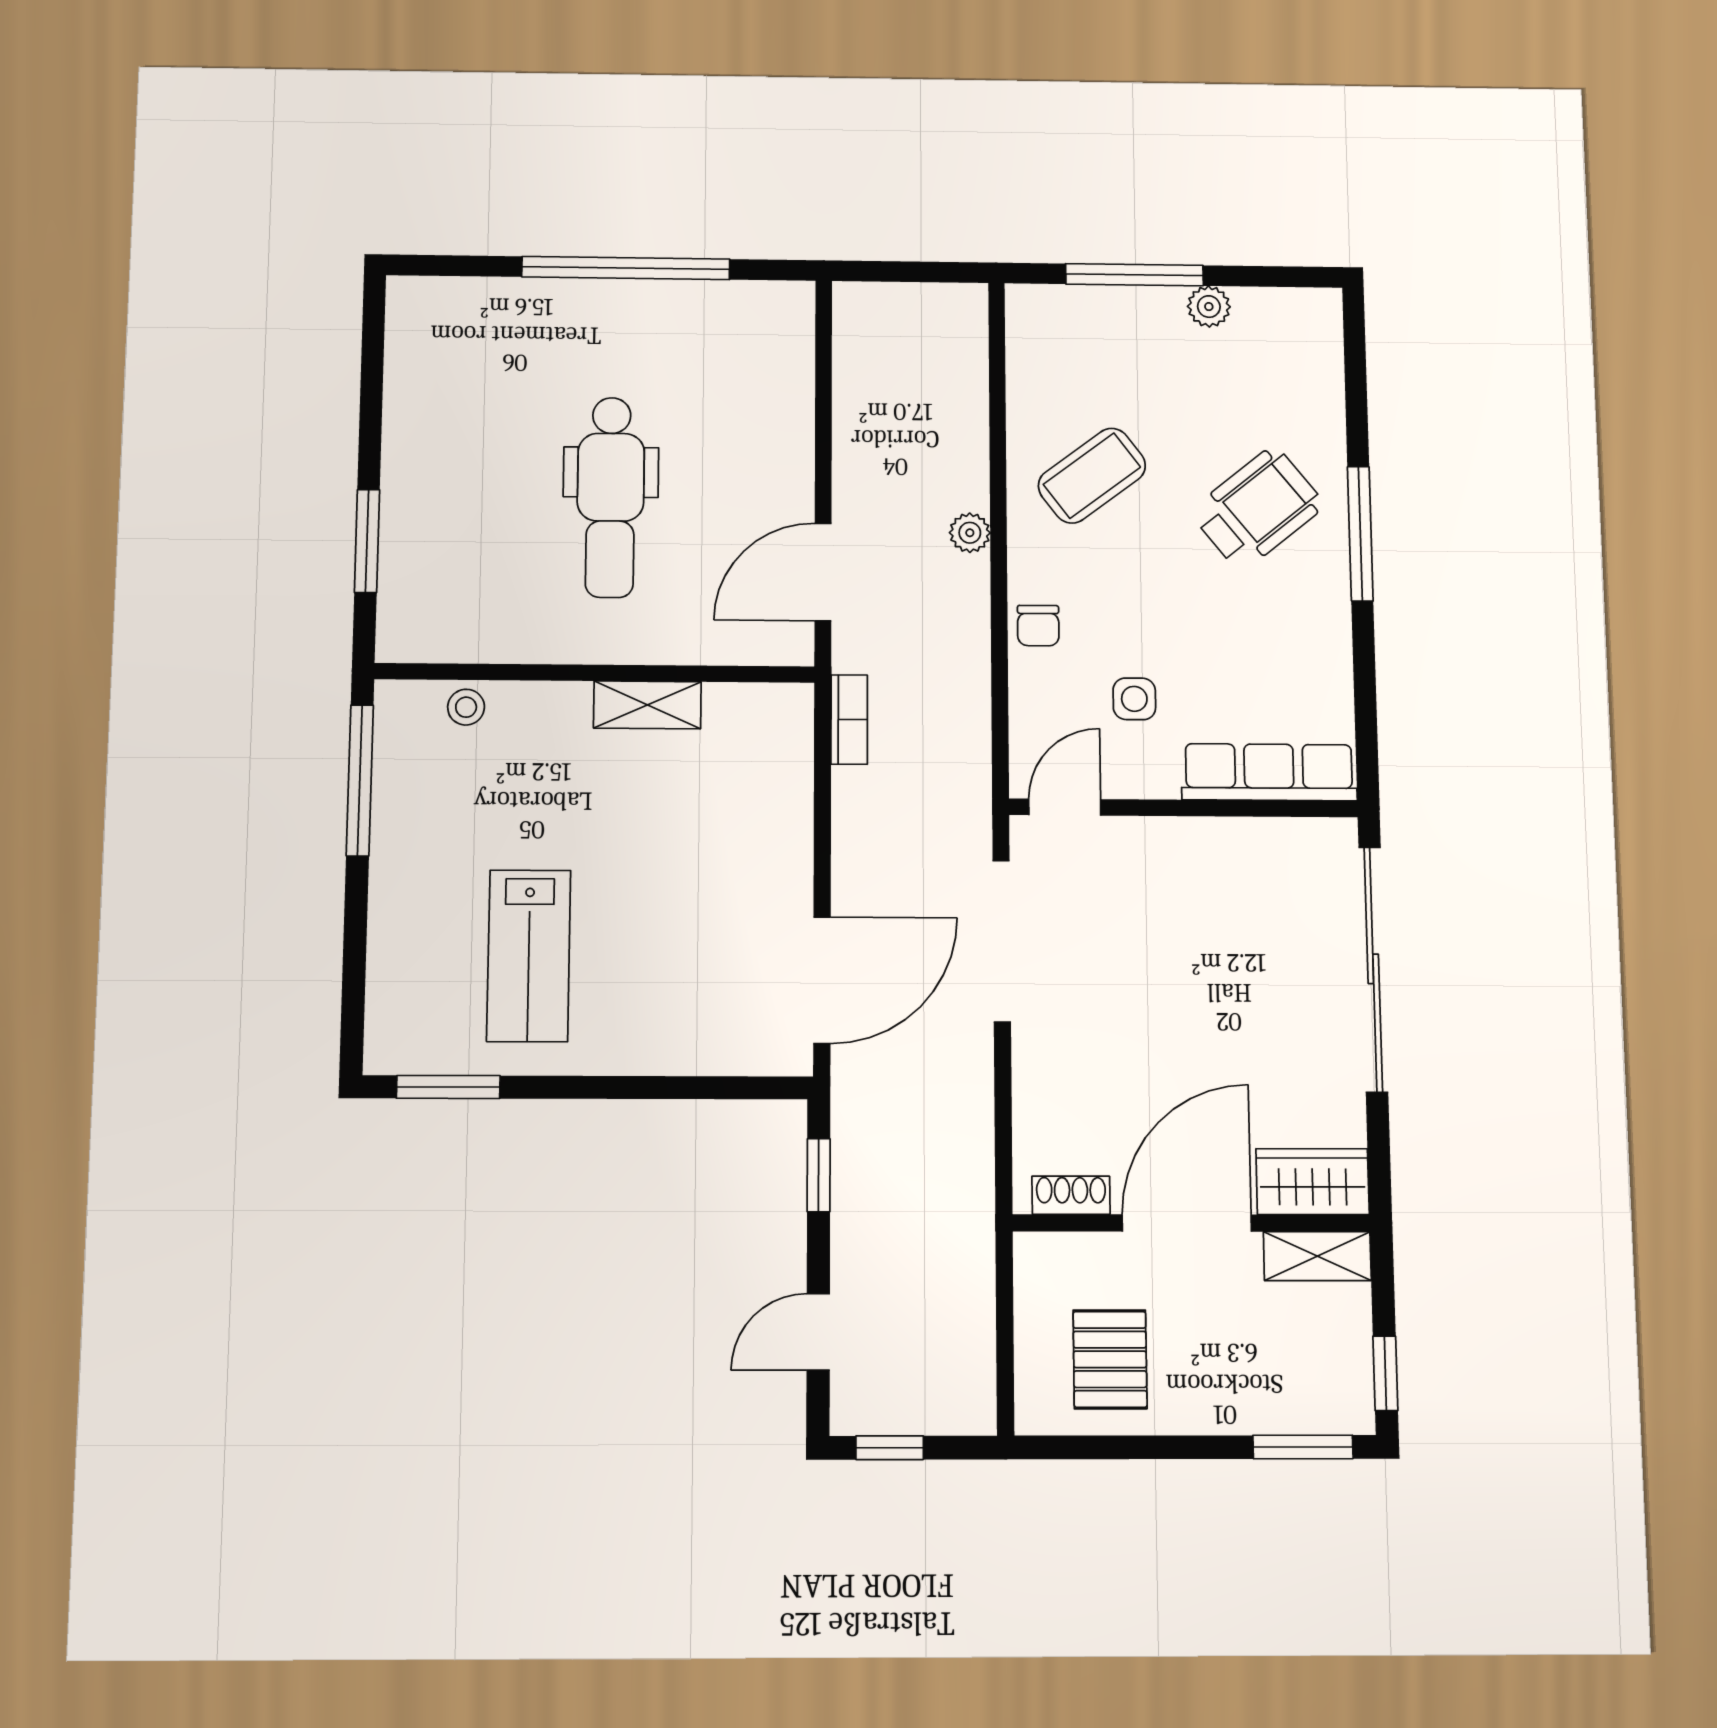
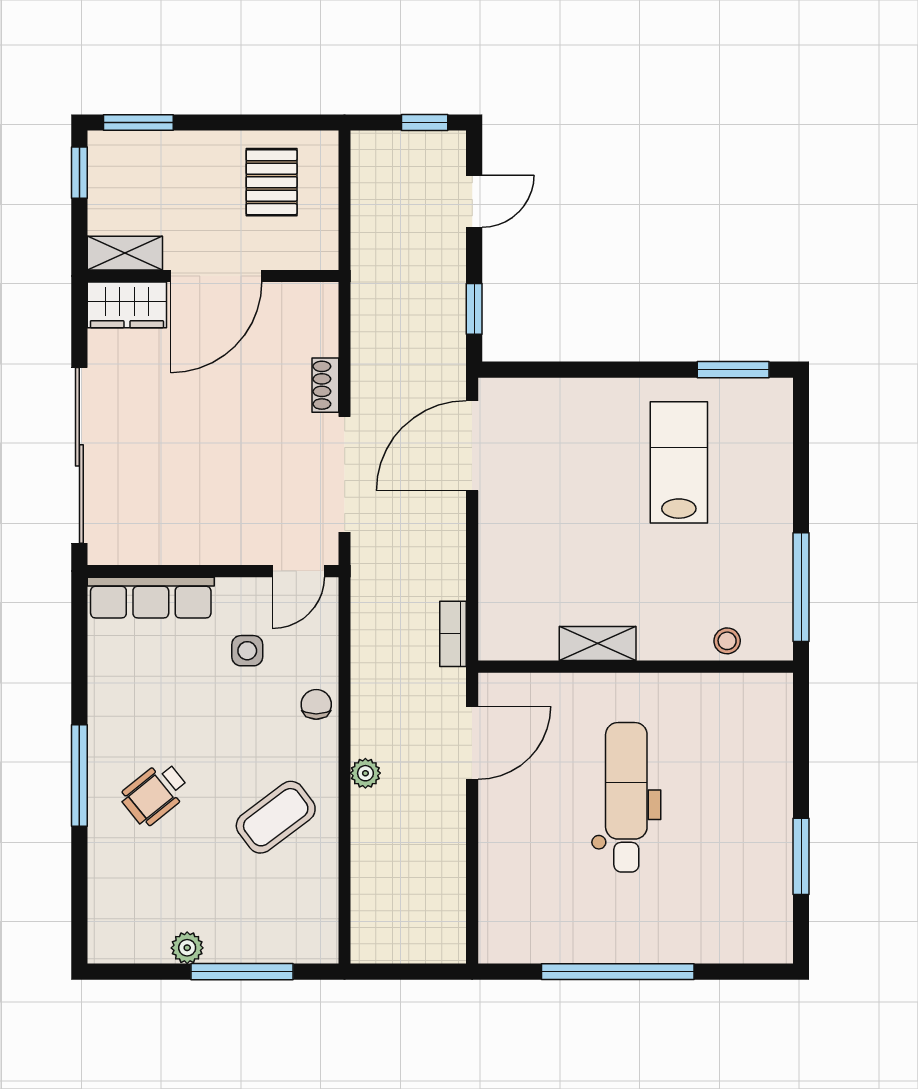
wheelchair: (1257, 508) -> (155, 794), width x0.73, depth x0.73
window: (367, 541) -> (801, 856), moved
shoe rack: (1071, 1195) -> (325, 385), moved, turned 90

